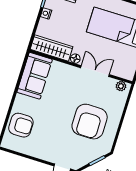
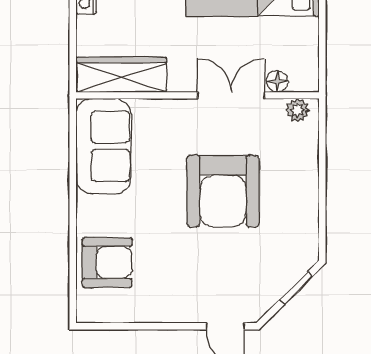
floor lamp: (75, 59) -> (277, 81), moved
armchair: (90, 122) -> (223, 191), moved

